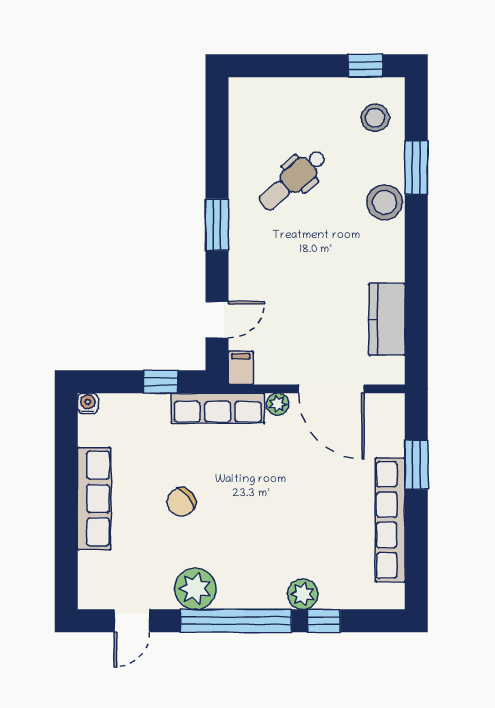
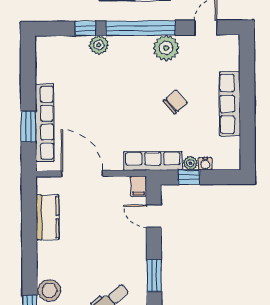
door: (217, 320) -> (154, 216), hinge flipped
water cooler: (88, 403) -> (205, 164), moved
plant: (278, 404) -> (190, 163), moved
row of seats: (390, 520) -> (45, 123), moved

